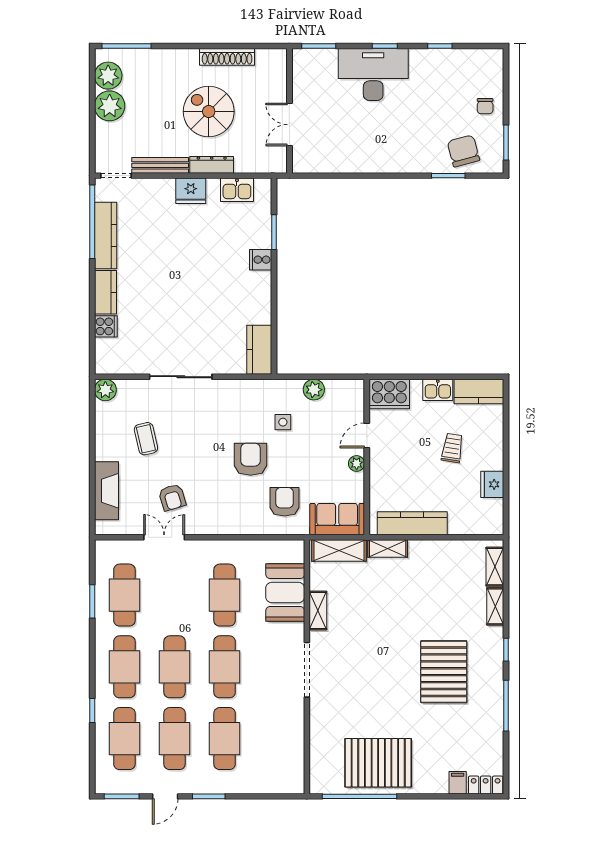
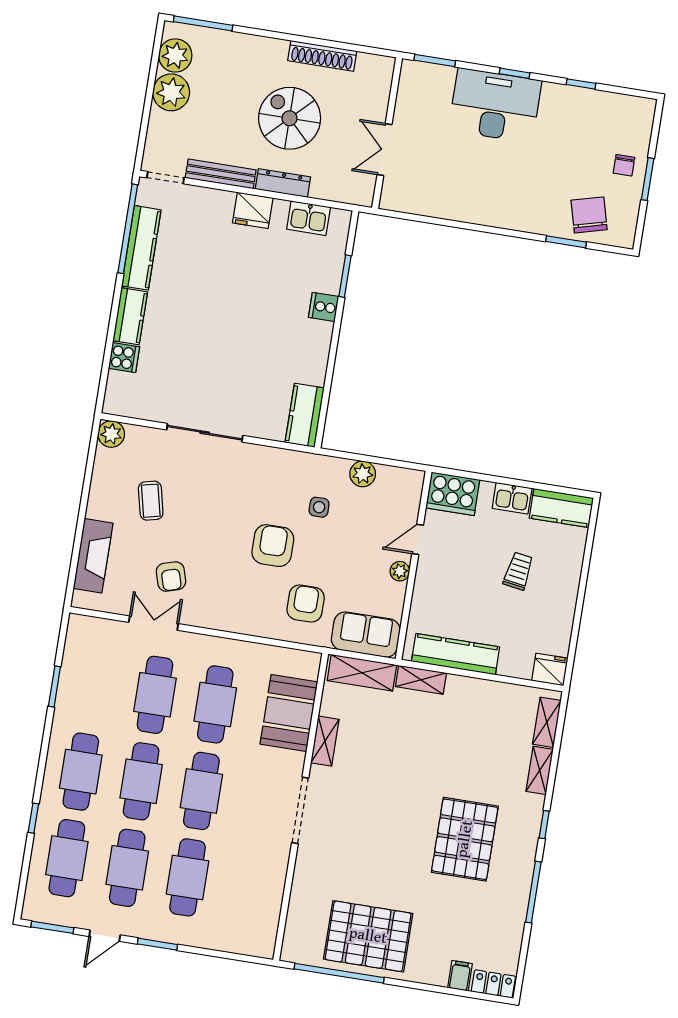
window: (506, 143) -> (648, 179), moved
fridge: (492, 484) -> (550, 669), moved, turned 90
cafe table: (124, 595) -> (155, 695), moved

